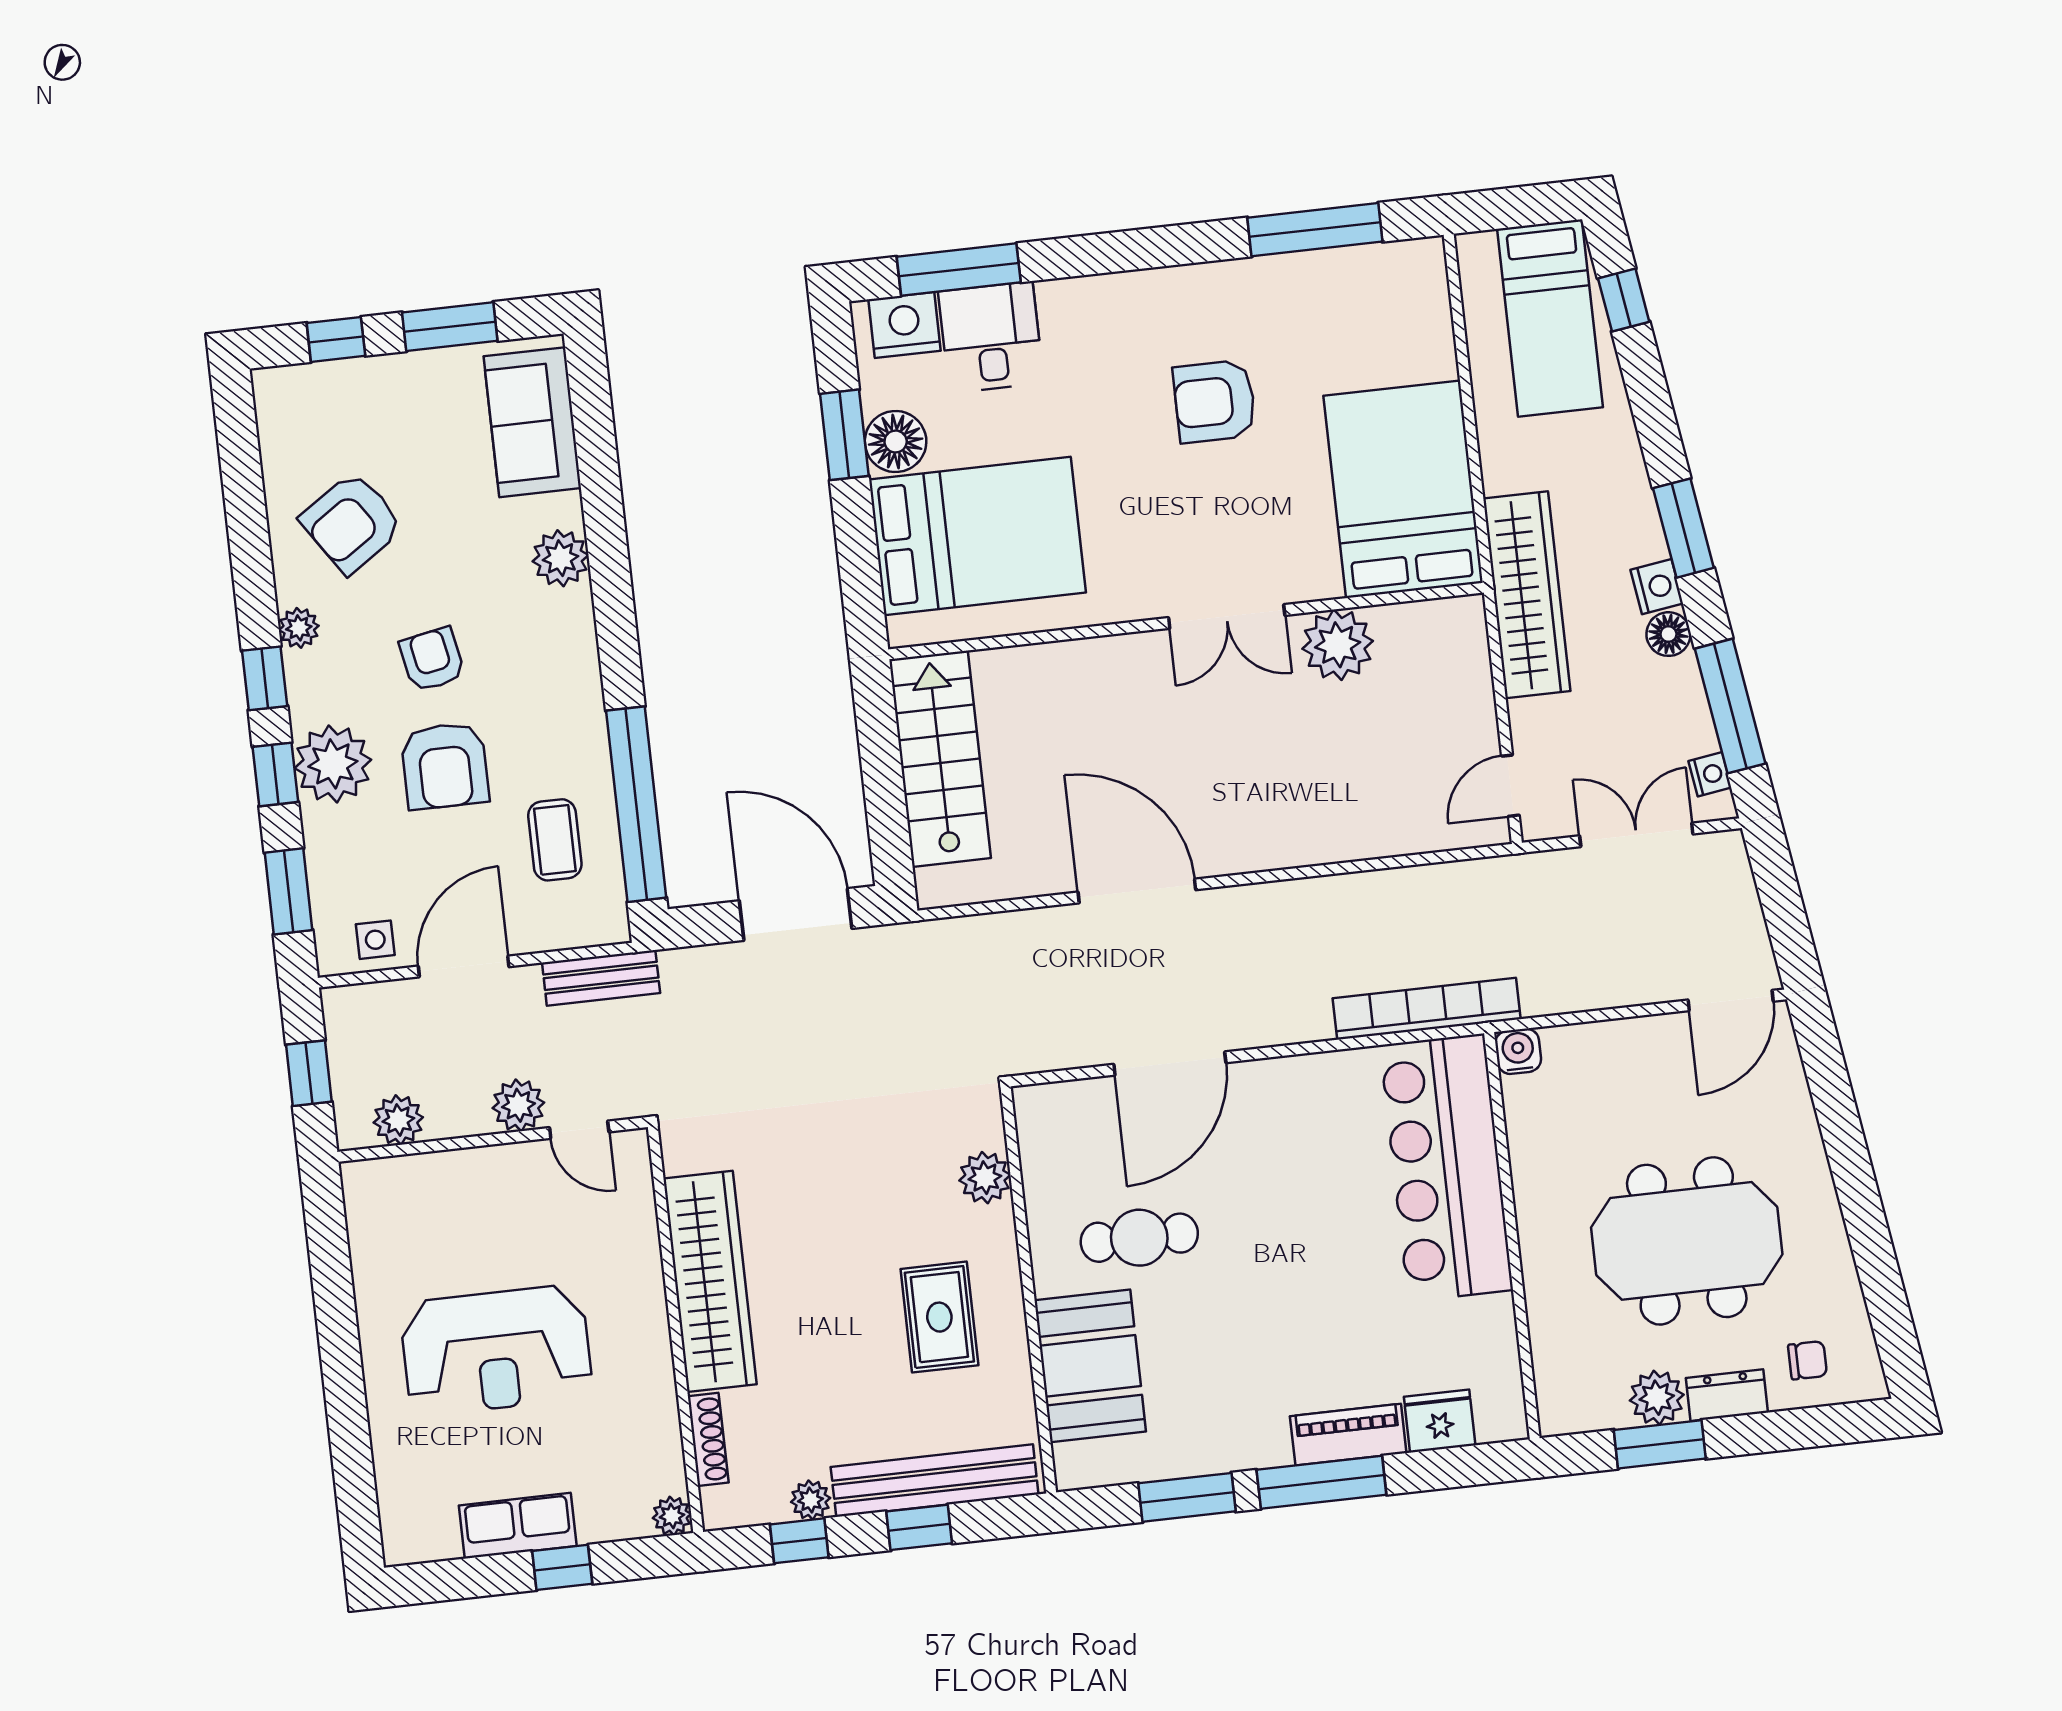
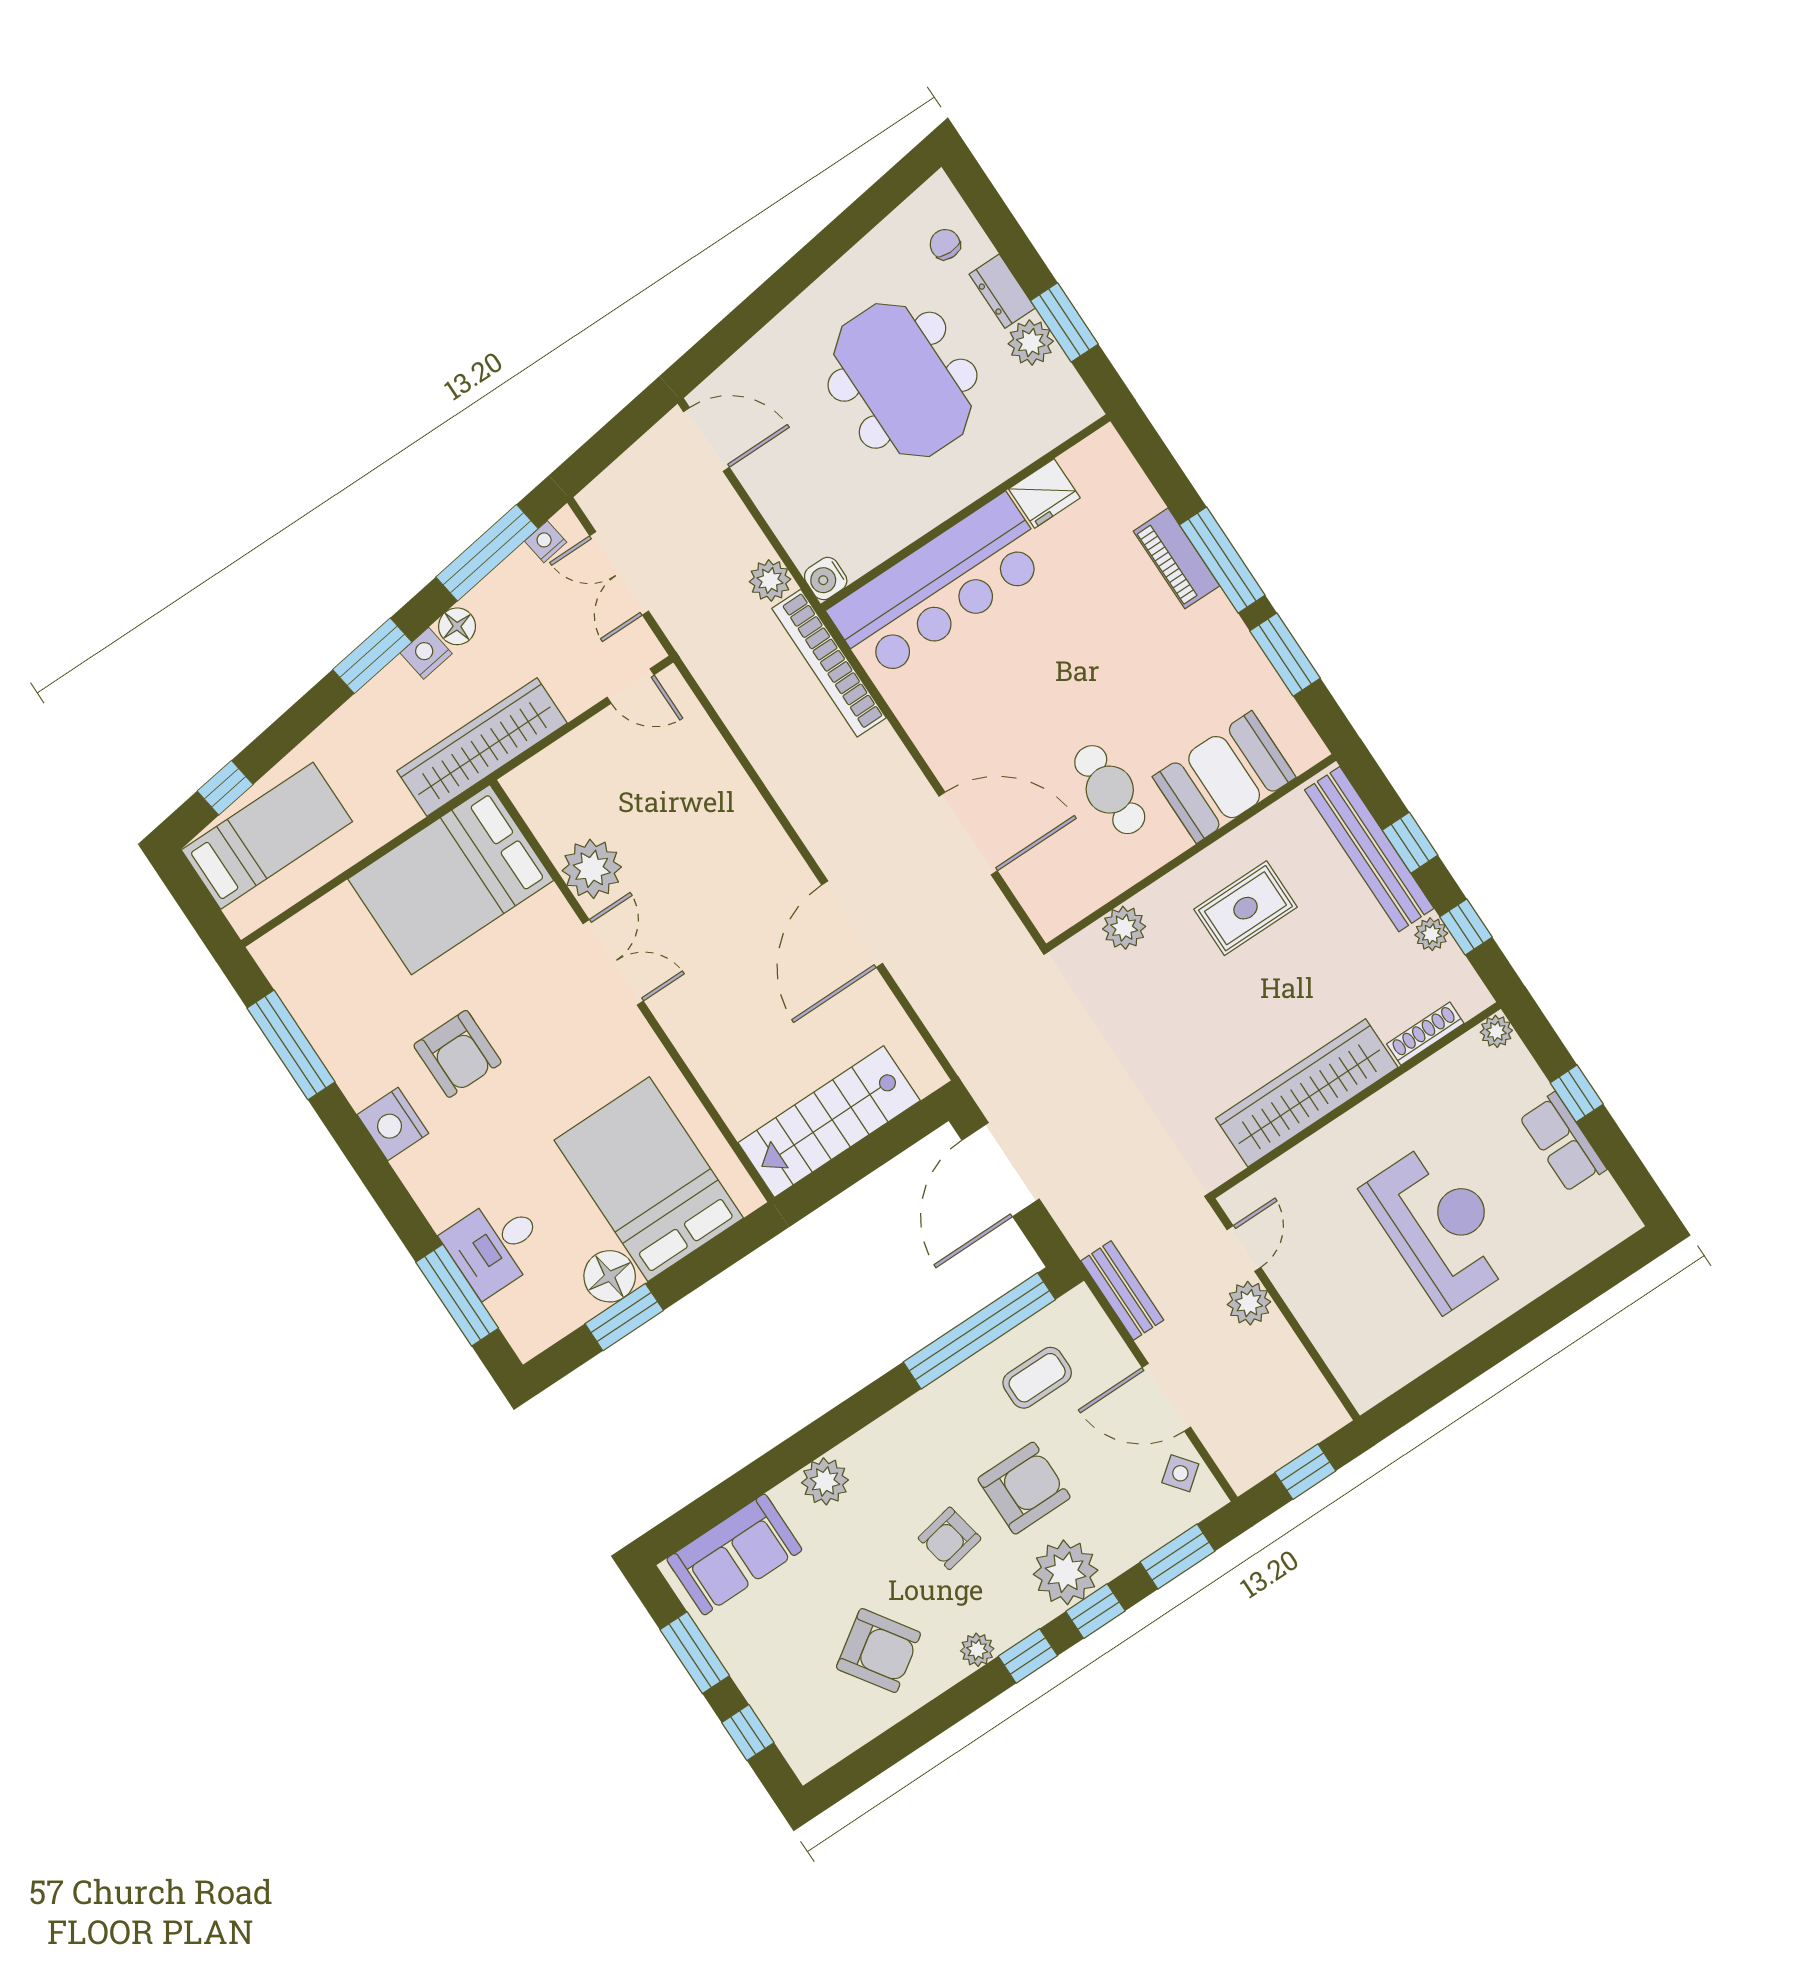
nightstand: (904, 325) -> (393, 1124), moved
side table: (375, 940) -> (1180, 1473), turned -38
plant: (398, 1120) -> (770, 580), moved
fridge: (1440, 1421) -> (1044, 493), moved, turned -90

